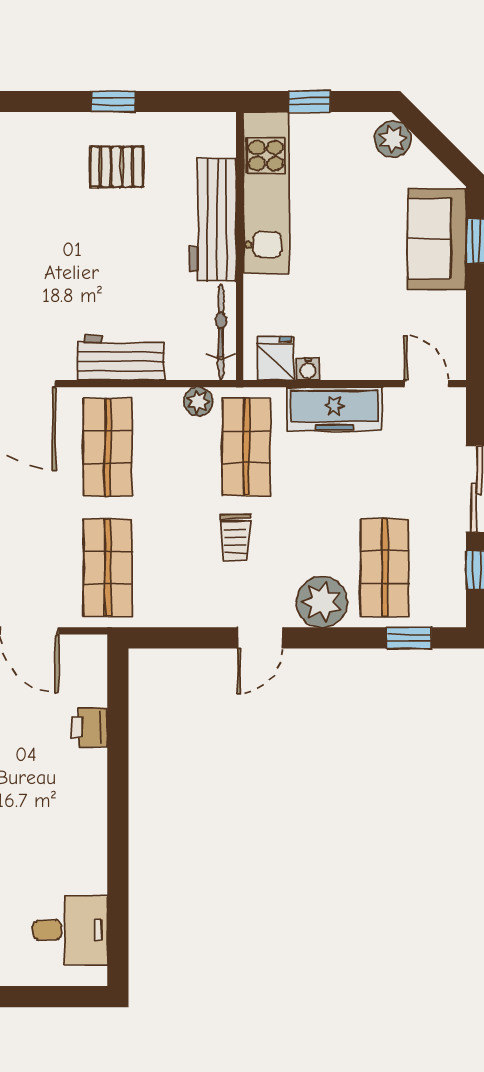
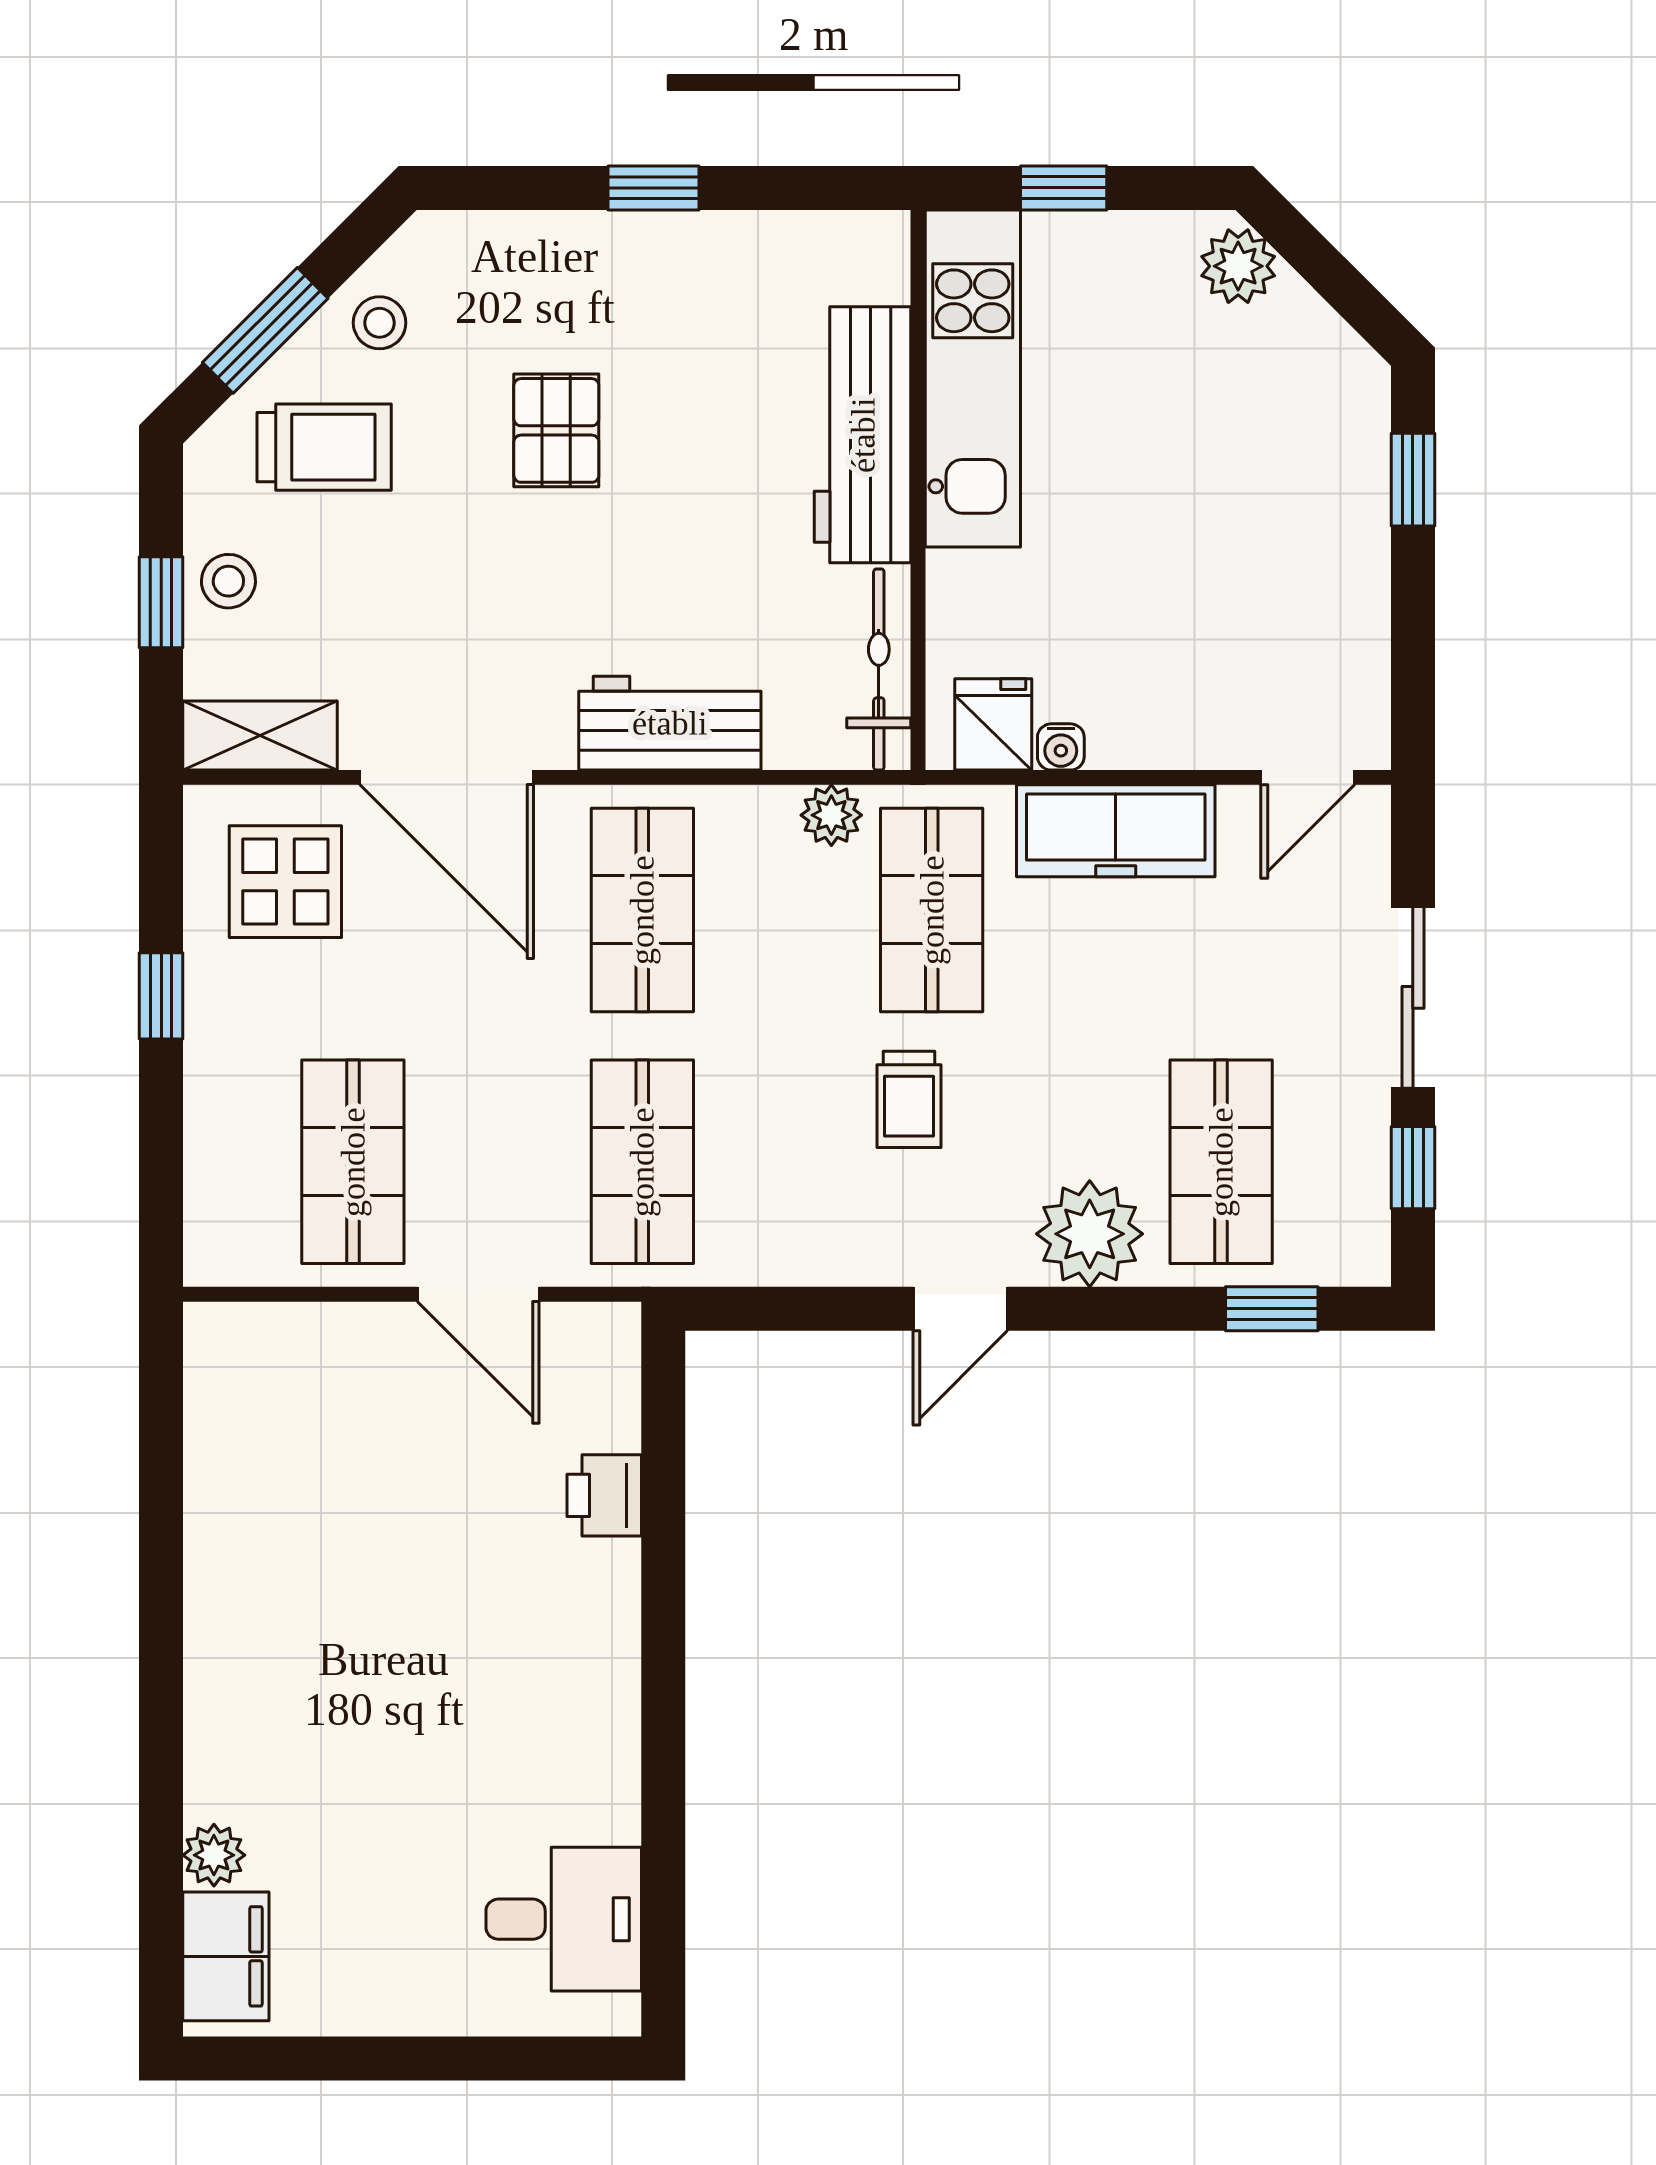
pallet: (117, 167) -> (556, 430), moved, turned 90
sofa: (437, 239) -> (1330, 475), removed
door: (426, 384) -> (1308, 777), swing flipped

